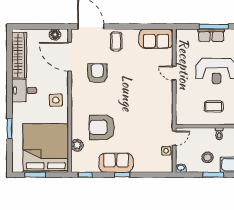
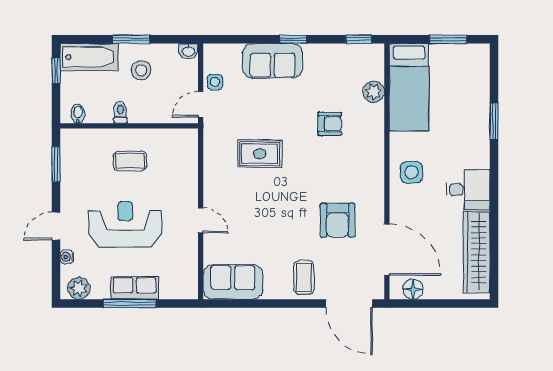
rug: (141, 111) -> (260, 154), added
armchair: (102, 127) -> (330, 124), width x0.53, depth x0.53
bed: (46, 148) -> (409, 87), width x0.49
sofa: (116, 163) -> (272, 61), moved

